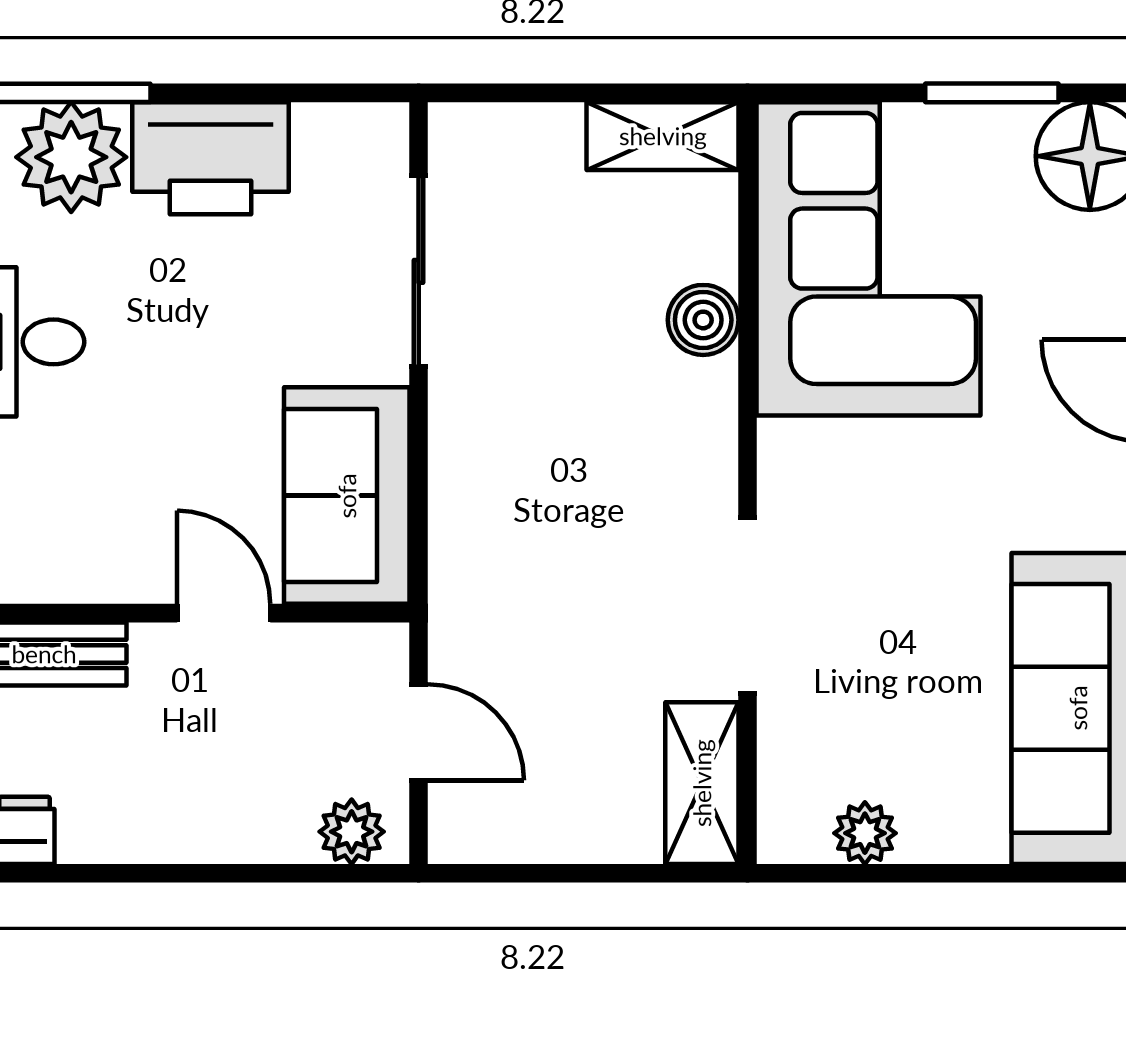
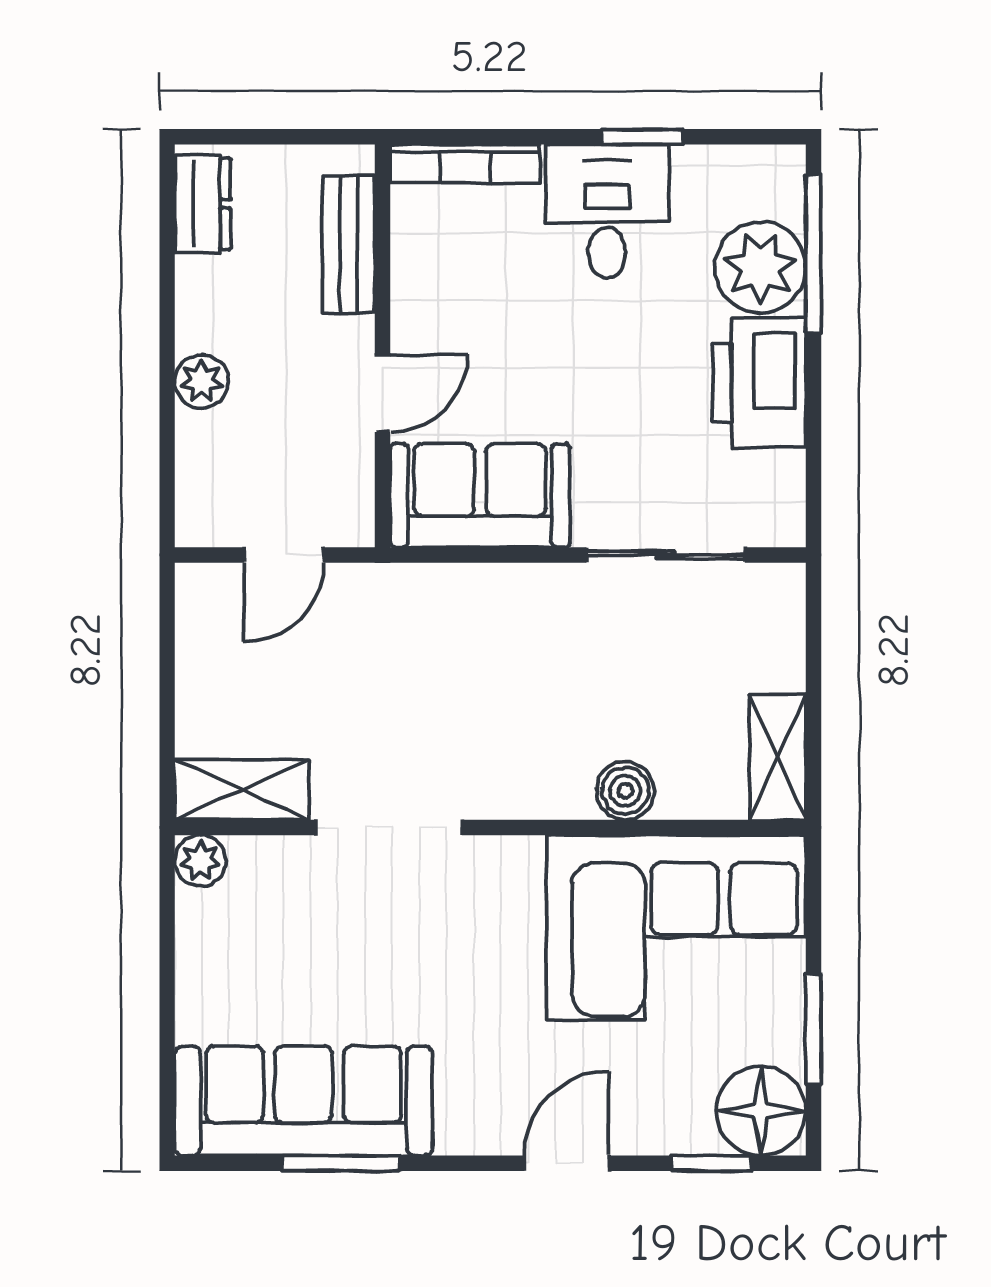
plant: (352, 832) -> (201, 381), moved
plant: (865, 833) -> (200, 861), moved

